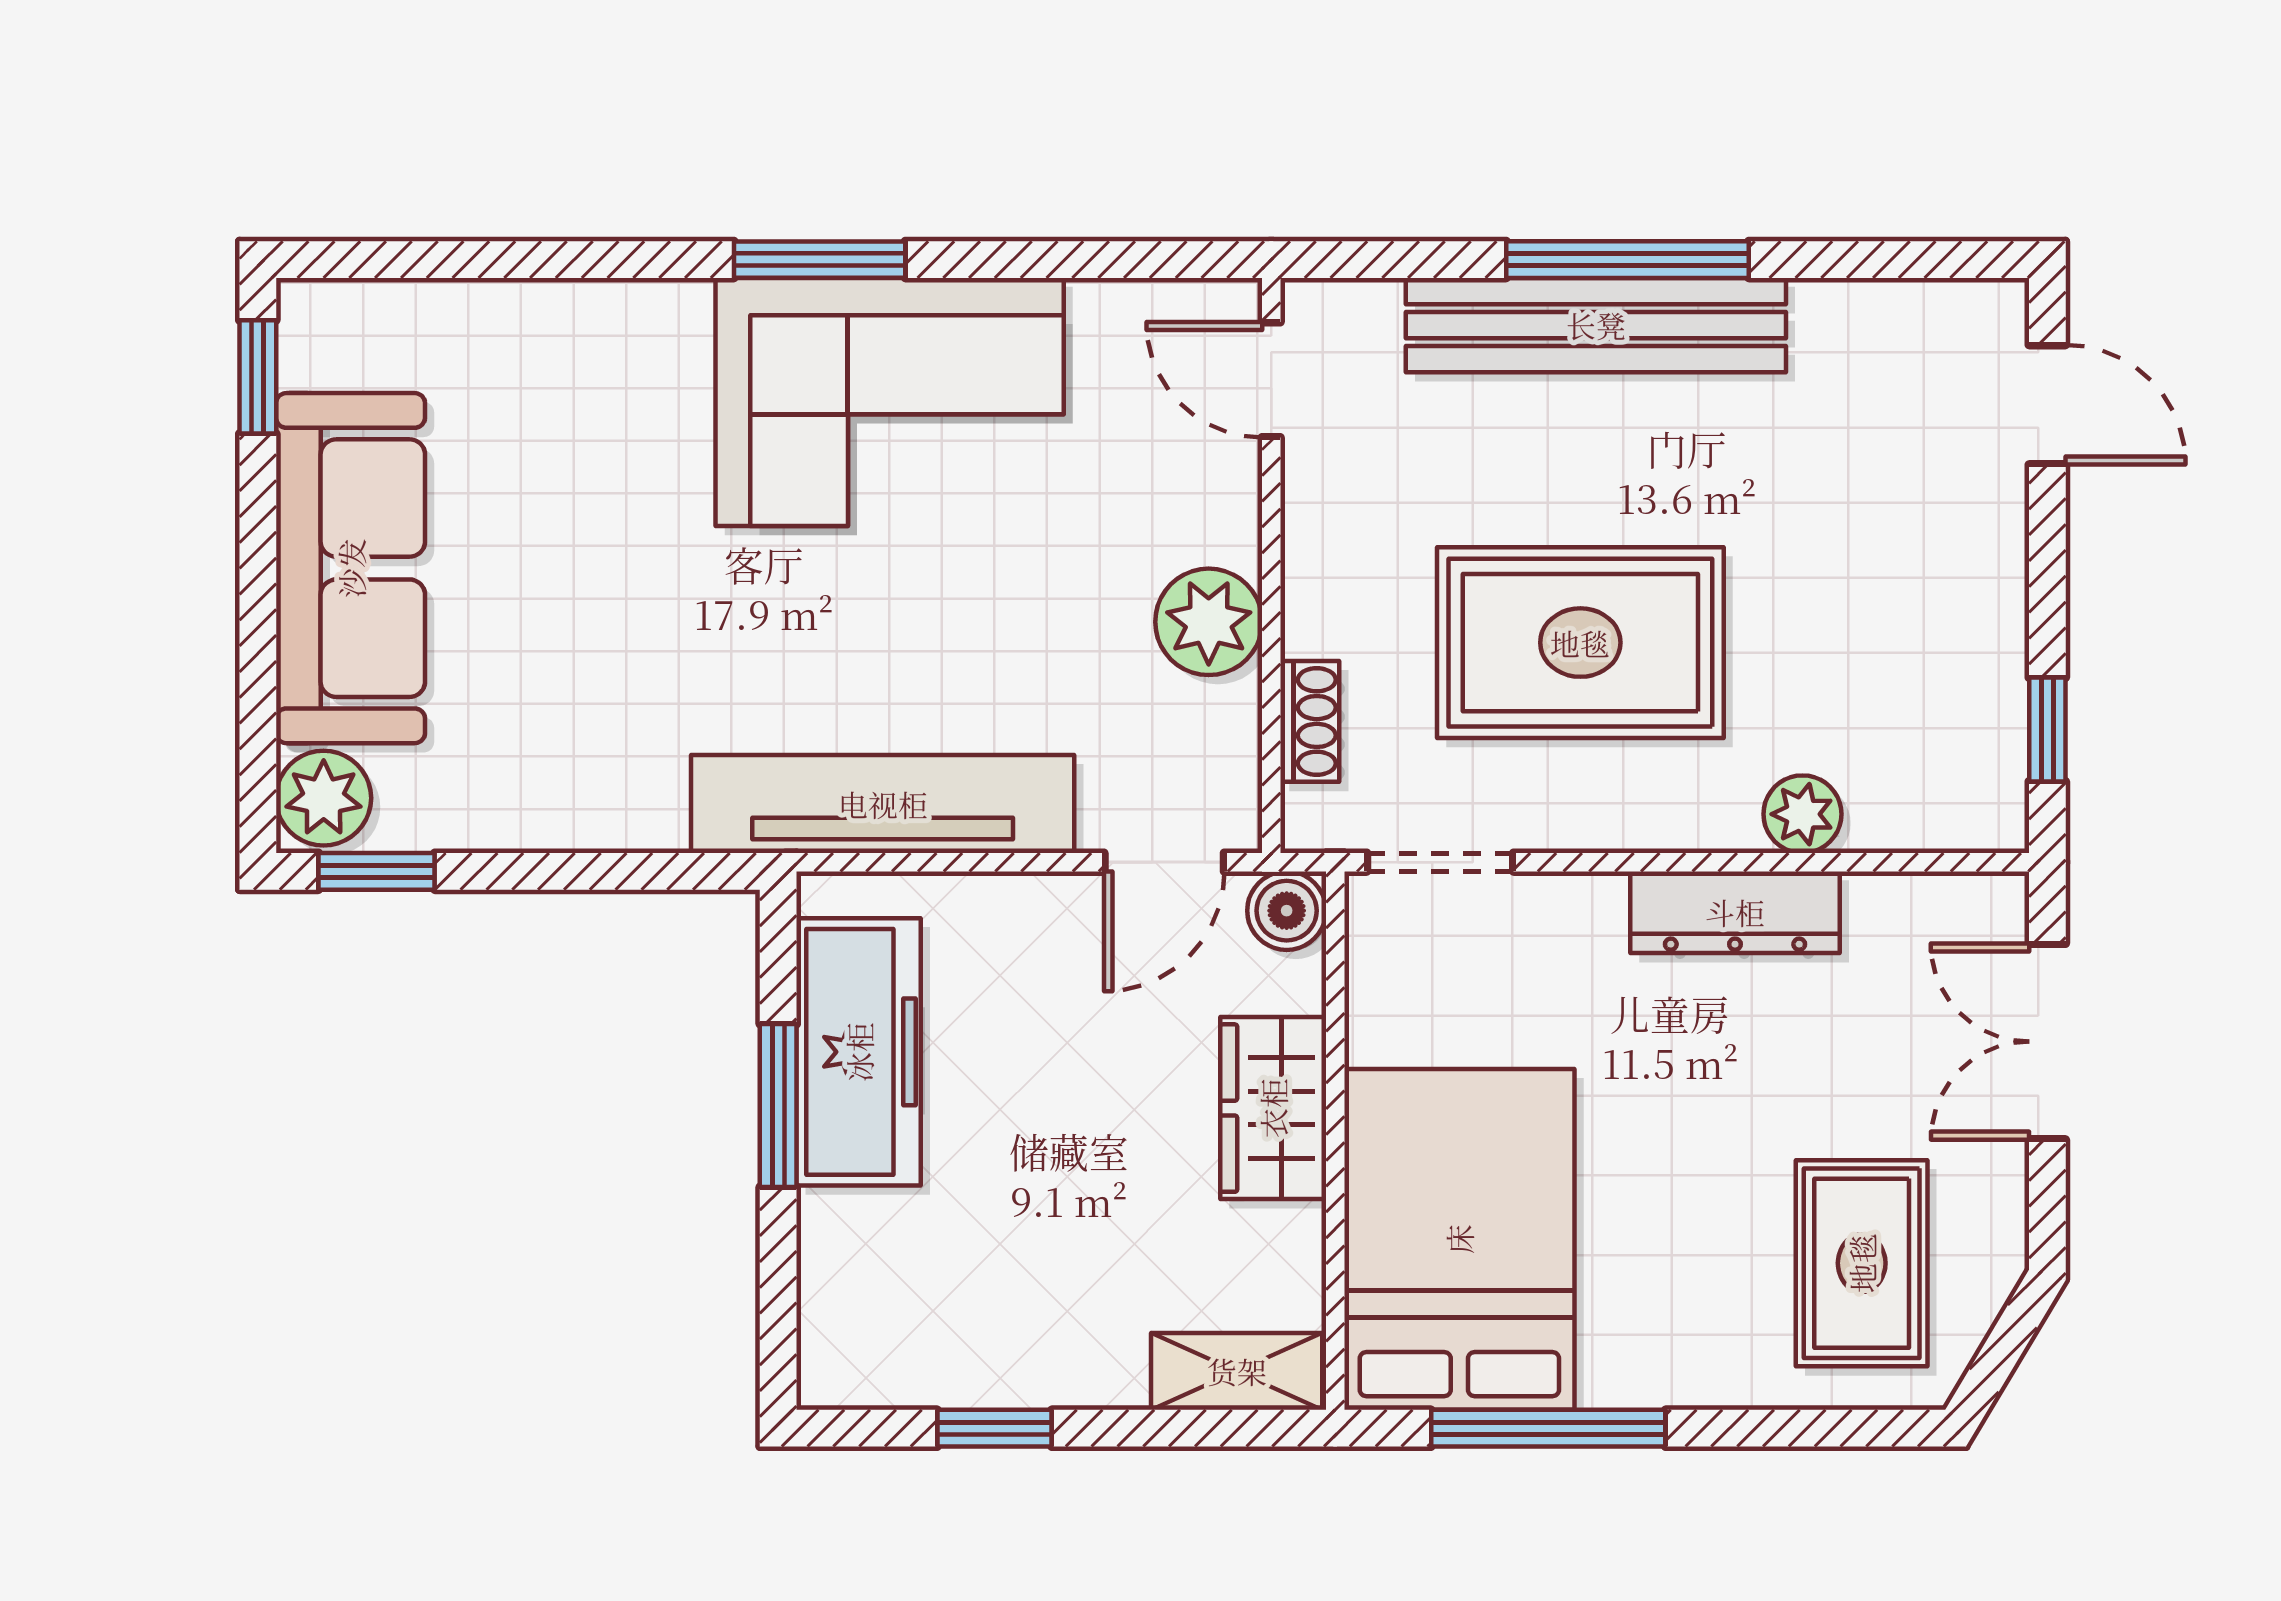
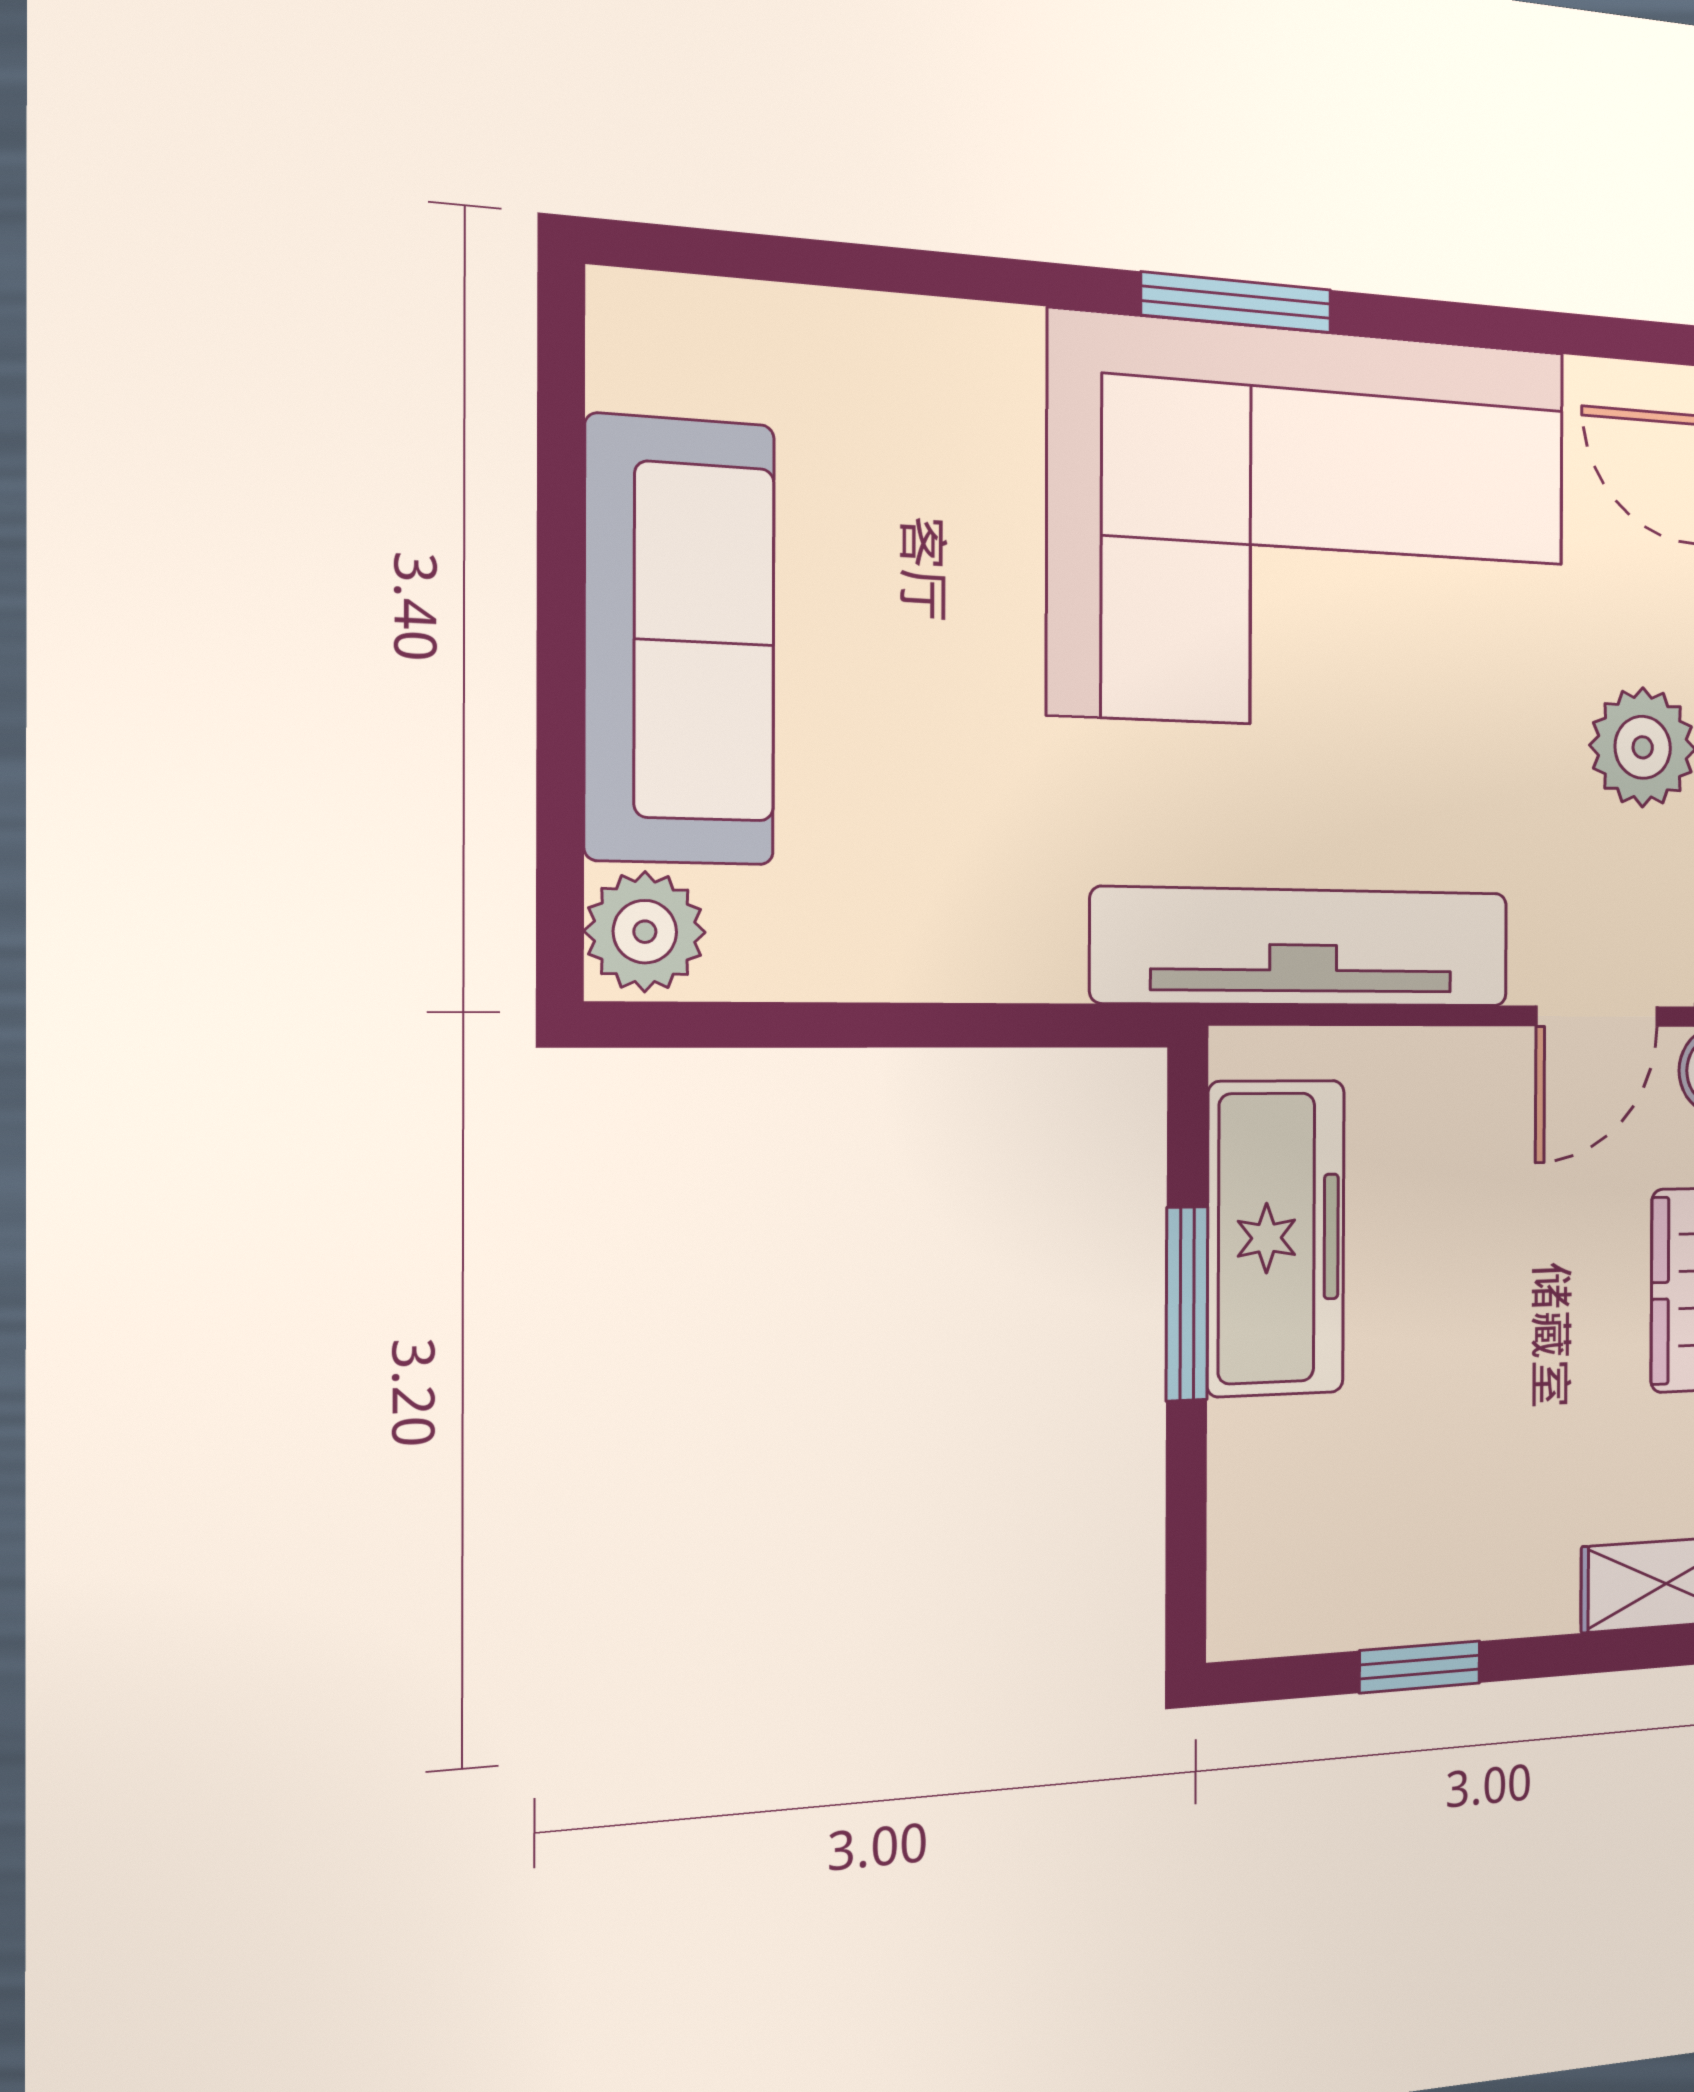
window: (258, 377) -> (561, 389), removed
corner sofa: (890, 402) -> (1312, 529), width x1.36, depth x1.36
window: (377, 871) -> (712, 1025), removed

